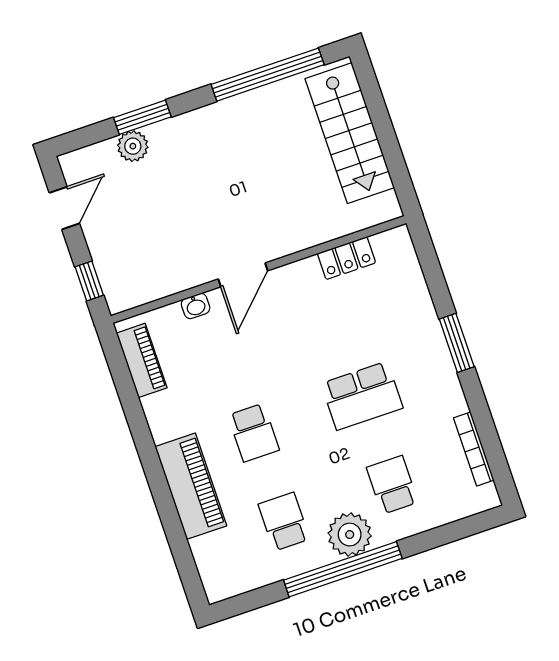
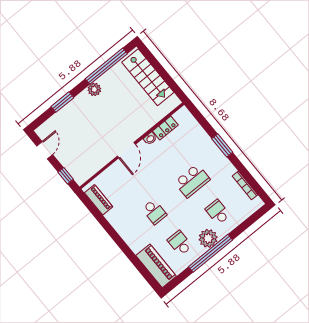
plant: (133, 146) -> (94, 89), moved
washbasin: (196, 306) -> (150, 139), moved
piano: (191, 486) -> (156, 266), moved

